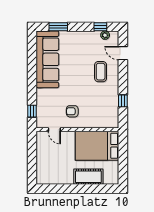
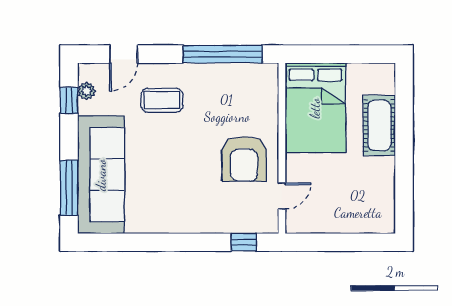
window: (58, 27) -> (69, 188), width x1.44
sofa: (47, 59) -> (101, 175), moved, turned 90
window: (123, 101) -> (223, 54), width x3.17
armchair: (72, 111) -> (244, 159), width x1.88, depth x1.88

